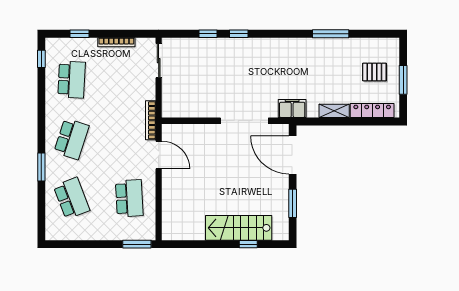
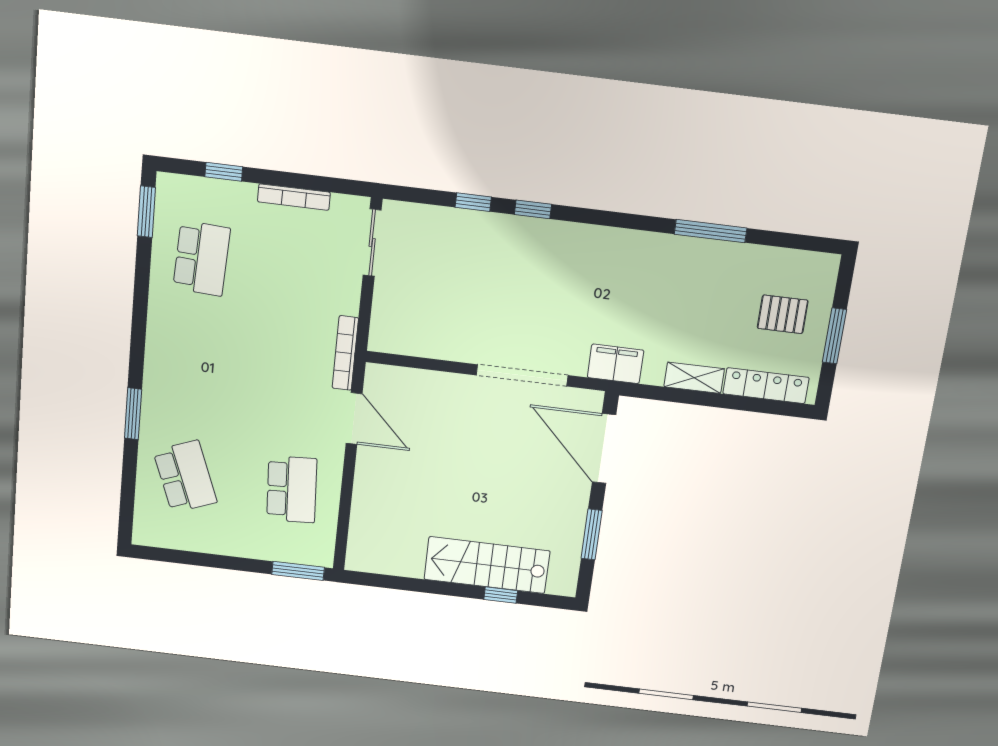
window: (41, 59) -> (146, 212), width x1.50
school desk: (72, 139) -> (193, 369), removed

